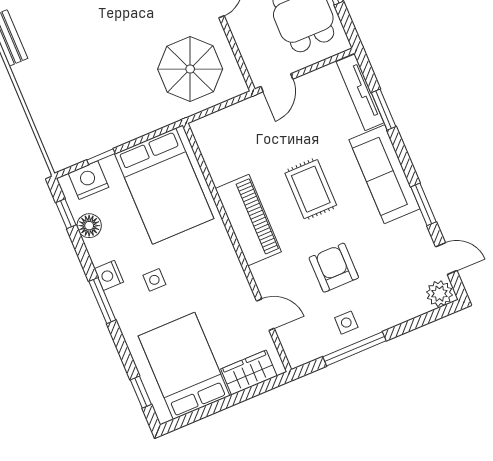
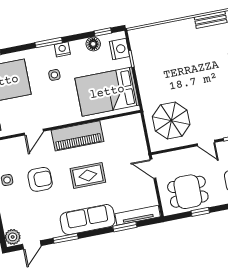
door: (265, 315) -> (34, 132), moved

